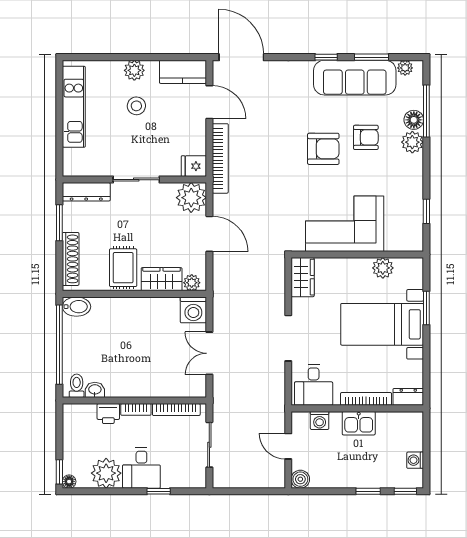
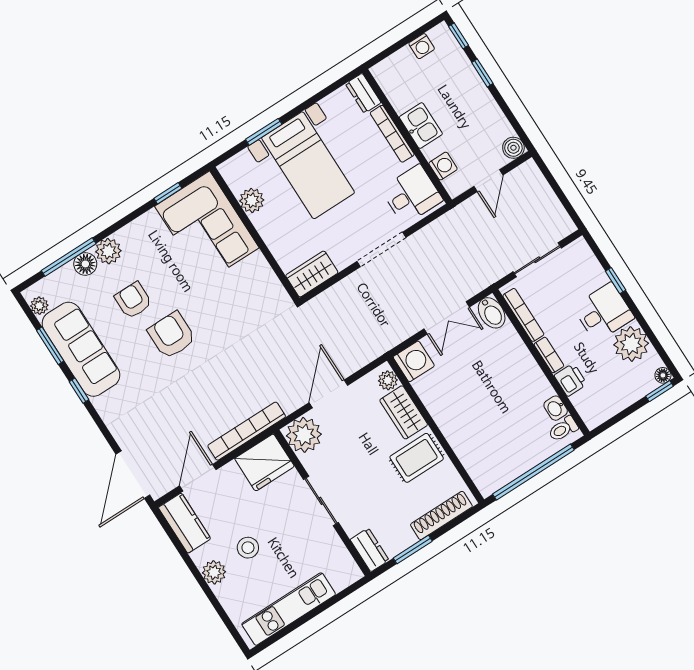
fridge: (194, 166) -> (264, 462), width x1.88, depth x1.34
dresser: (86, 192) -> (370, 550), width x0.70
corner sofa: (345, 224) -> (207, 227), moved
bidet: (76, 307) -> (492, 313), moved, turned 180

